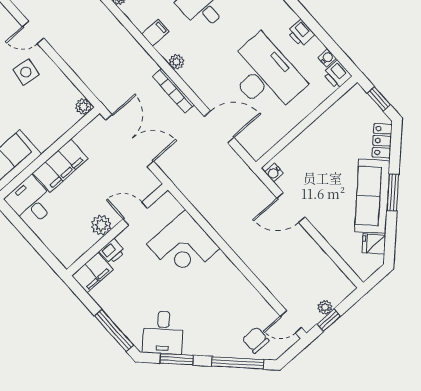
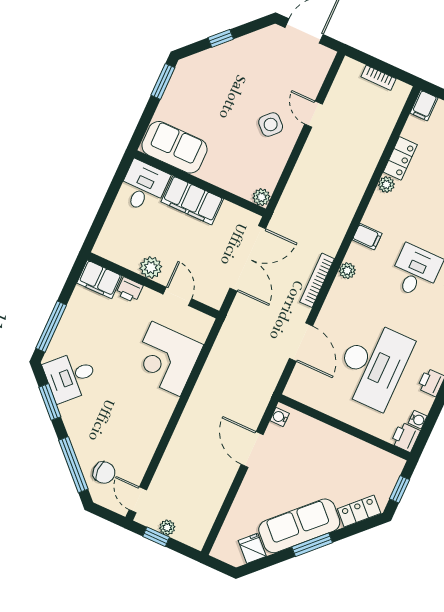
side table: (26, 72) -> (271, 125), turned 36
chair: (256, 340) -> (104, 473), turned 90

